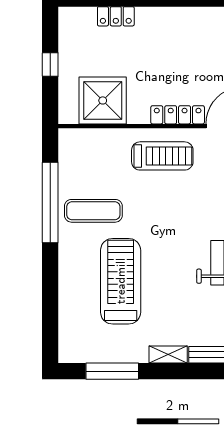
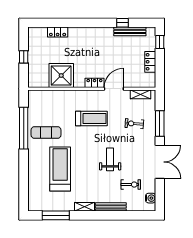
shower: (103, 100) -> (61, 76), moved
locker: (178, 115) -> (94, 83), width x0.66
treadmill: (162, 156) -> (91, 118), moved

